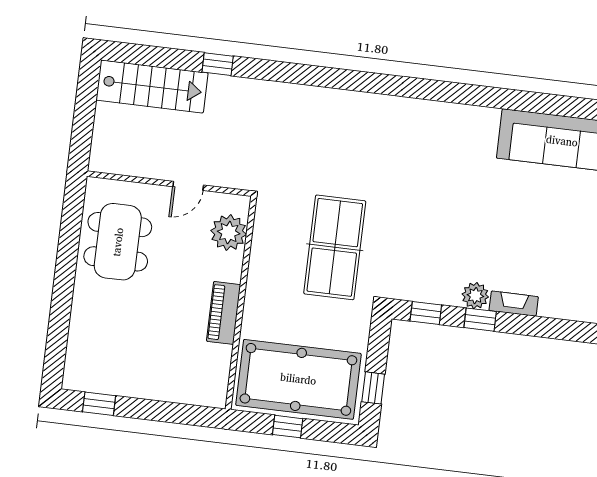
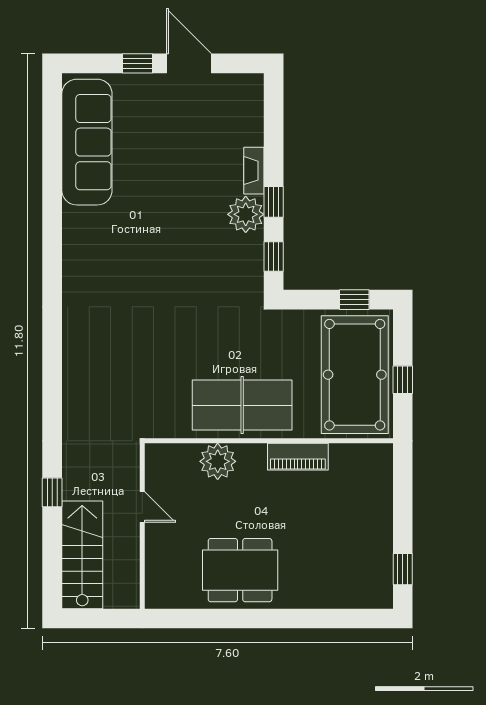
wall: (169, 184) -> (142, 526), moved
door: (188, 186) -> (142, 507), moved
table tennis table: (335, 247) -> (242, 405), moved
plant: (475, 296) -> (246, 214), width x1.36, depth x1.36

